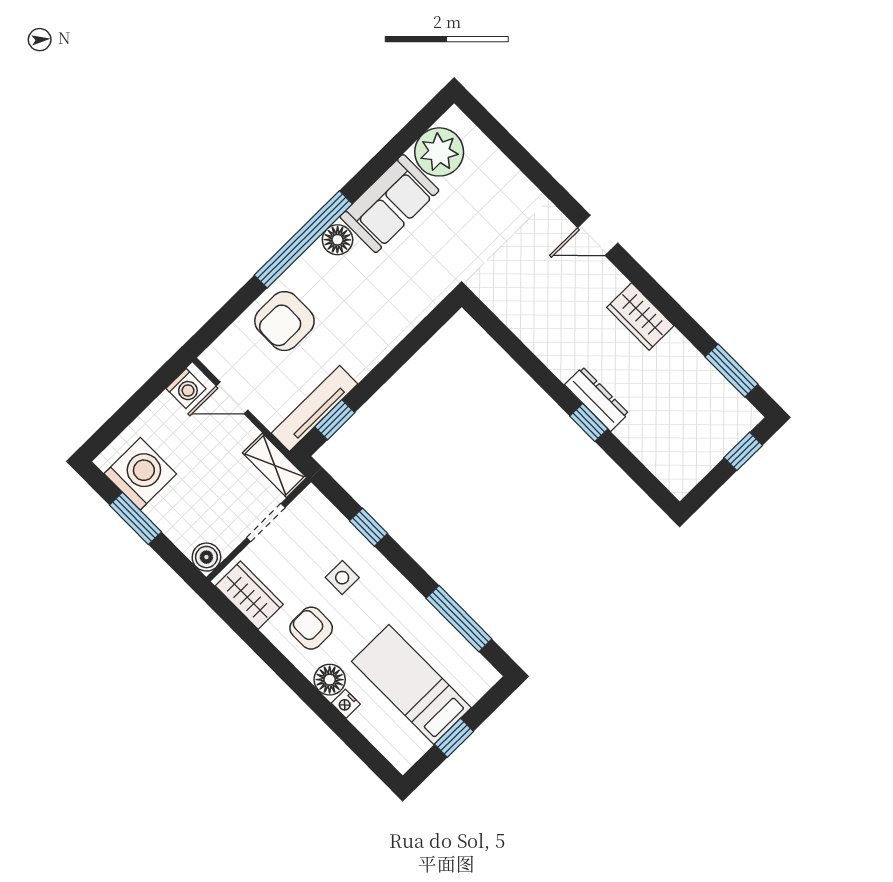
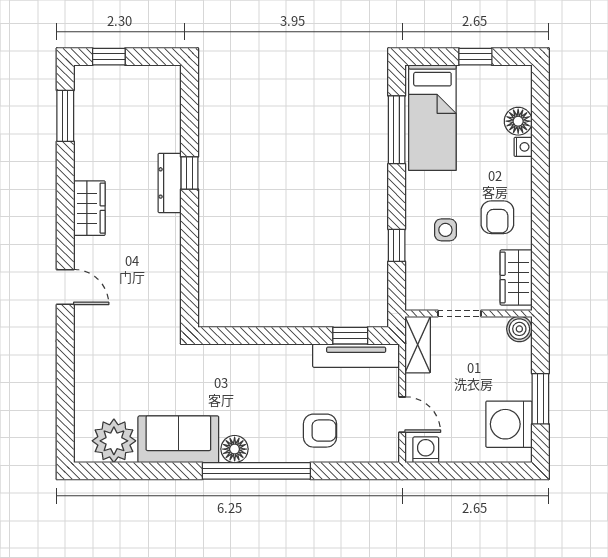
armchair: (284, 321) -> (320, 431), width x0.72, depth x0.72
floor lamp: (330, 680) -> (518, 121), moved
bed: (411, 684) -> (432, 118), moved

